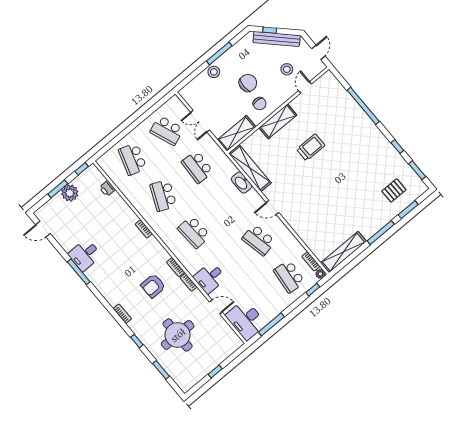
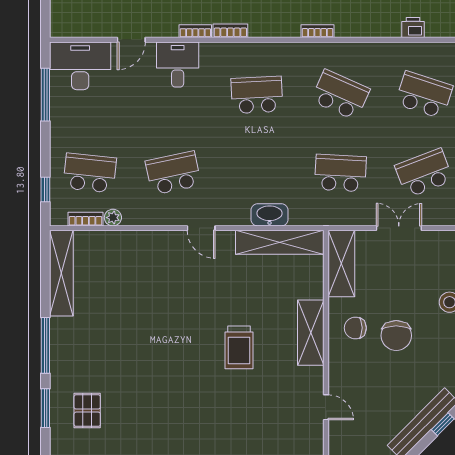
stool: (287, 69) -> (371, 403), removed
door: (272, 208) -> (201, 228), swing flipped
plant: (320, 274) -> (113, 218), moved

